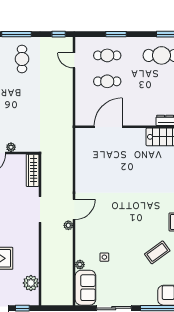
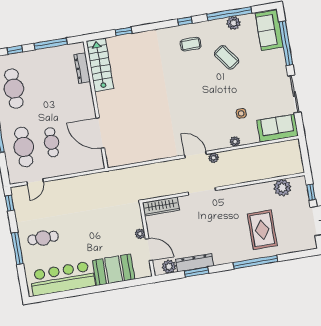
cafe table: (107, 55) -> (24, 147), width x1.37, depth x1.35
plant: (80, 265) -> (235, 142), moved

